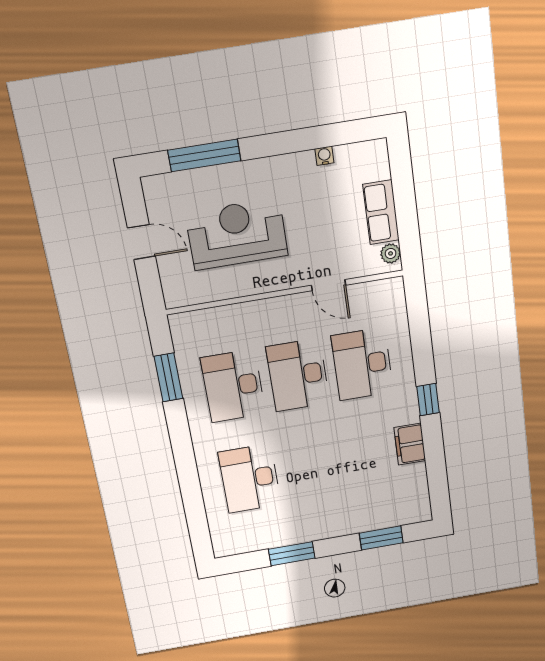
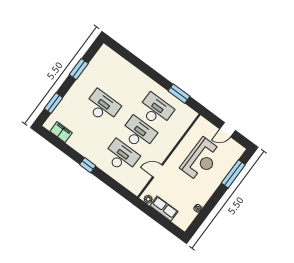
filing cabinet: (410, 444) -> (61, 132), moved
desk: (250, 479) -> (102, 106), moved

